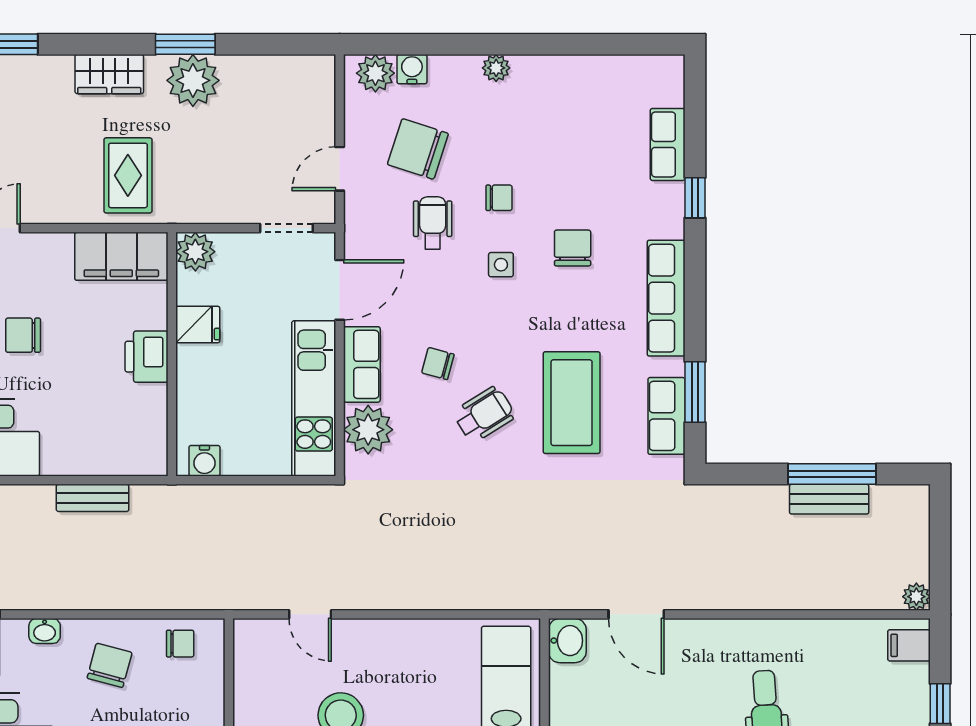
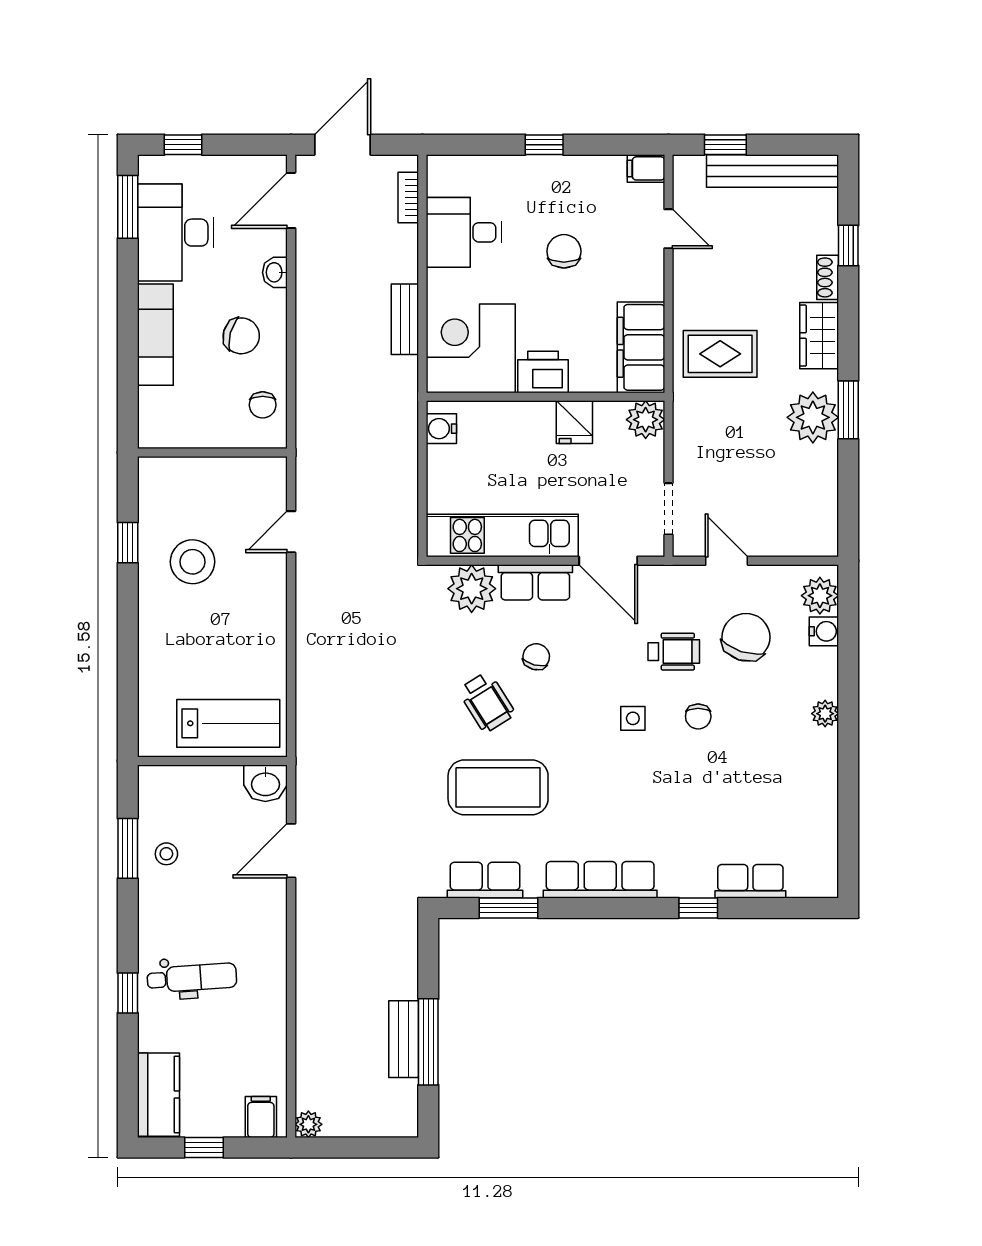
shoe rack: (50, 65) -> (828, 277), added
chair: (573, 248) -> (649, 788), removed
corner desk: (122, 431) -> (471, 348), added

